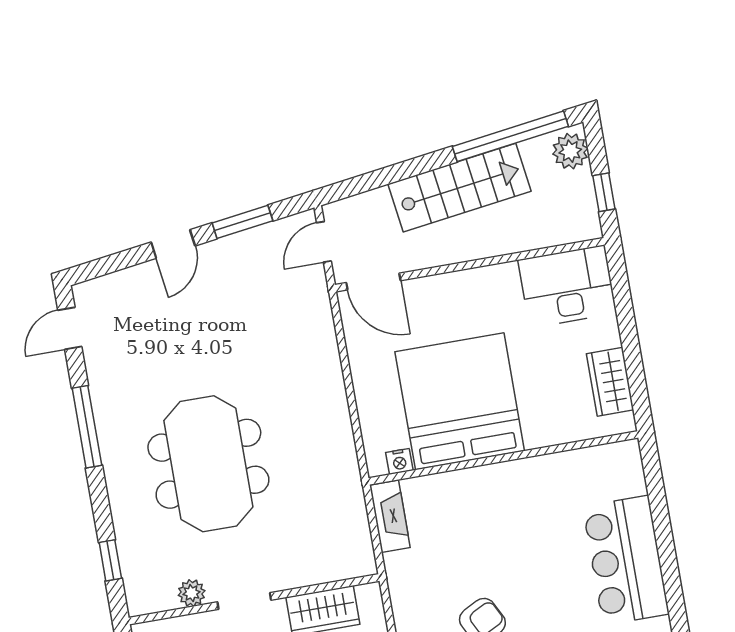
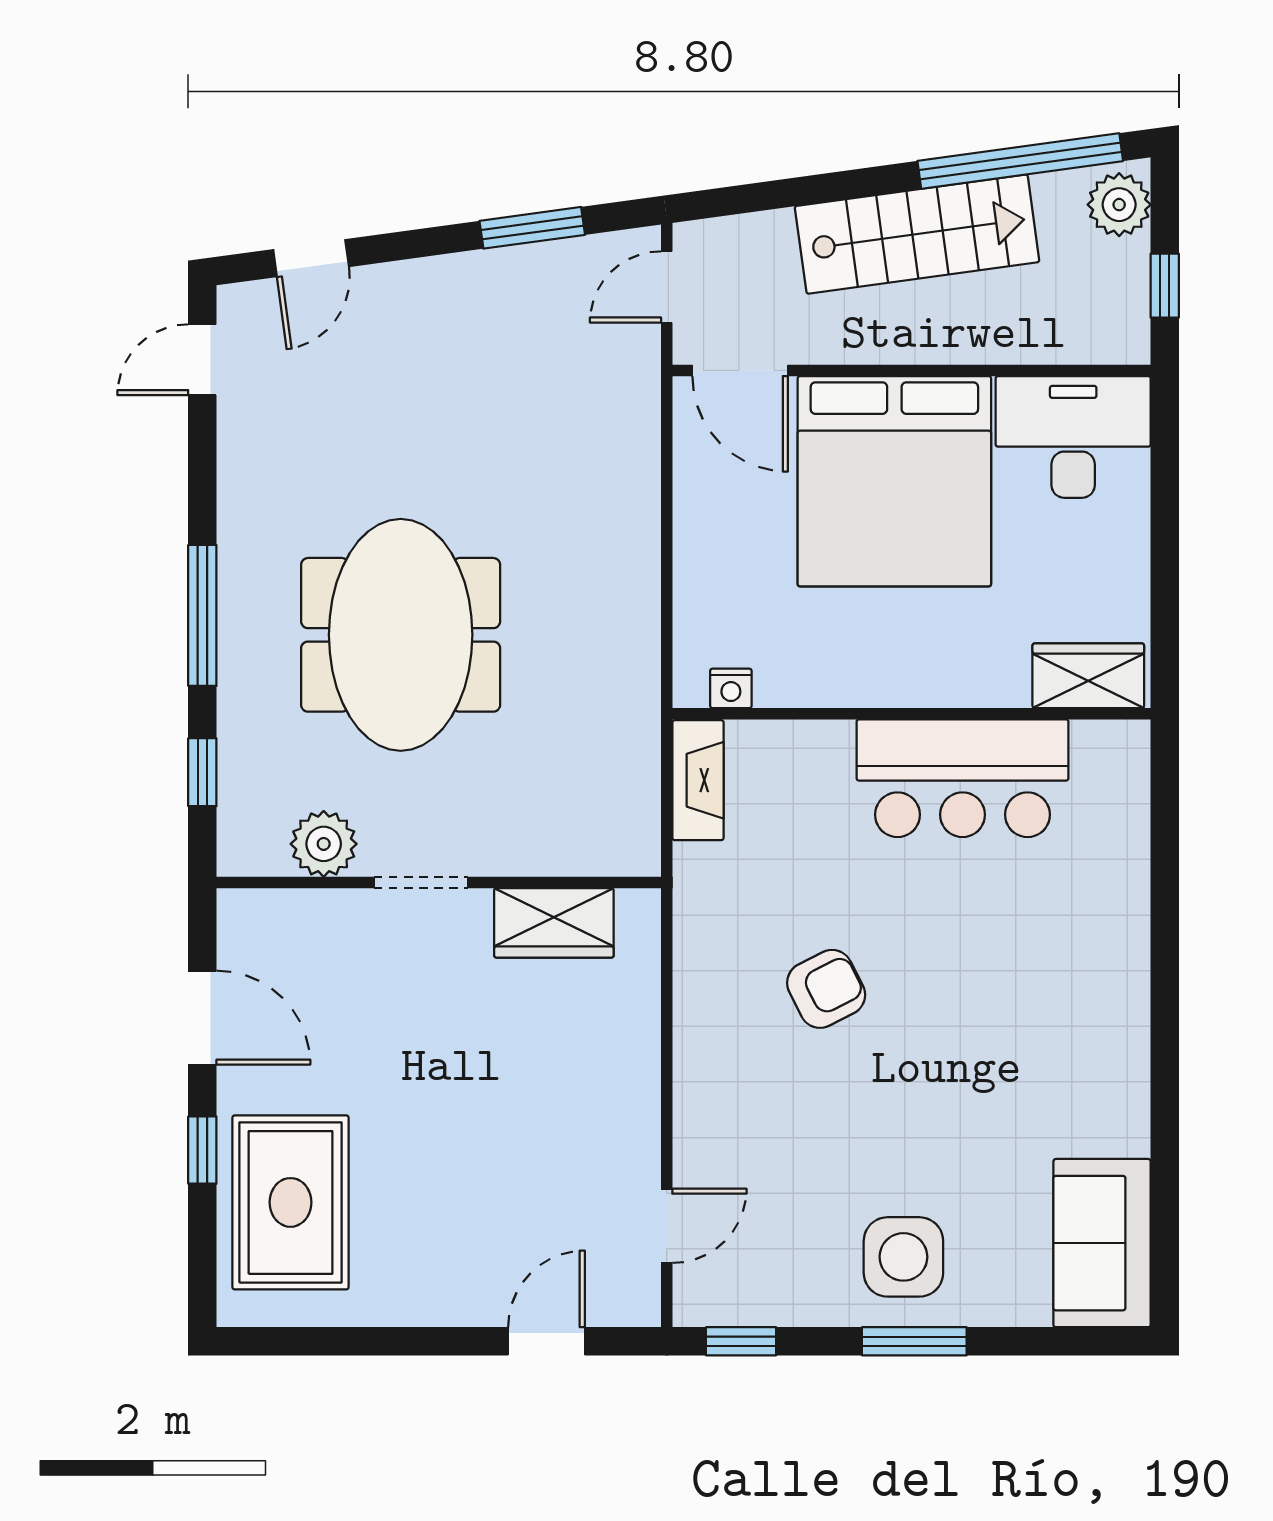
door: (173, 244) -> (311, 258), moved
wardrobe: (610, 382) -> (1088, 676), moved, turned 90
bed: (460, 401) -> (894, 481), moved, turned 180
window: (87, 427) -> (202, 615), moved
bar counter: (626, 560) -> (963, 778), moved, turned -90
plant: (192, 593) -> (324, 844), width x1.38, depth x1.38

